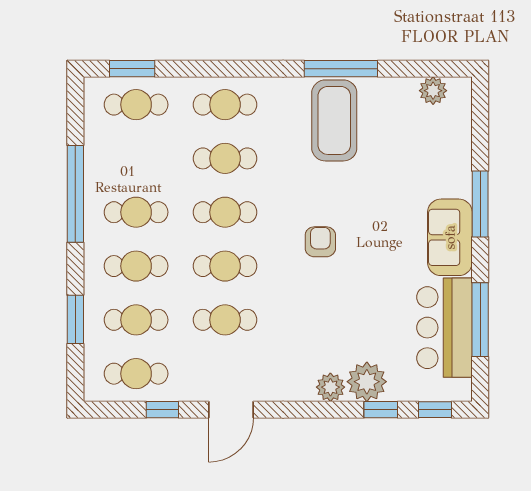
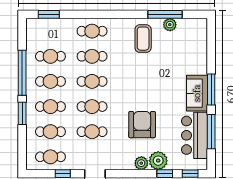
window: (341, 69) -> (165, 14), moved
plant: (433, 91) -> (170, 25), moved
cafe table: (136, 105) -> (50, 56), moved
coffee table: (334, 120) -> (143, 39), width x0.73, depth x0.76
window: (480, 204) -> (211, 90), moved
armchair: (320, 242) -> (142, 125), moved, width x1.88, depth x1.88
window: (75, 319) -> (22, 113), moved

